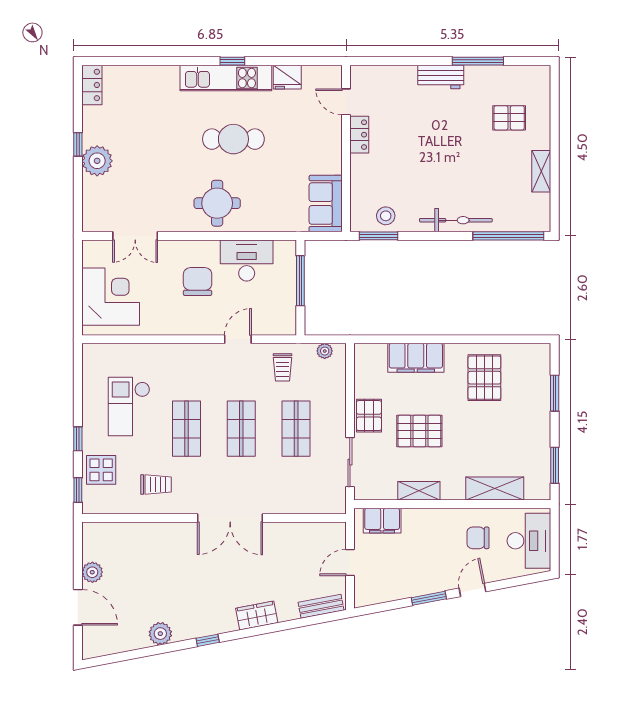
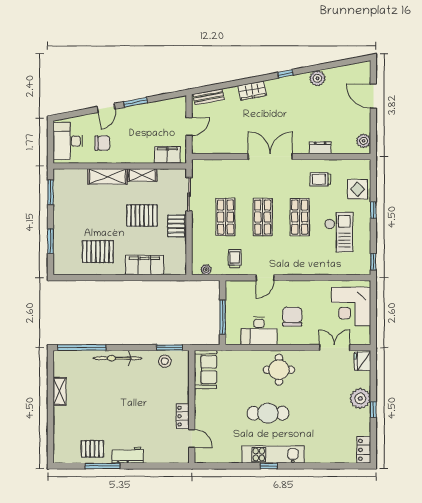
fridge: (287, 77) -> (363, 361), moved, turned -90
pallet: (509, 118) -> (92, 449), moved
chair: (198, 282) -> (292, 317), turned 180
pallet: (484, 378) -> (98, 252), turned 90
shelving: (495, 489) -> (107, 176), moved
window: (78, 490) -> (373, 262), moved
dresser: (156, 531) -> (320, 148), added
plant: (92, 572) -> (364, 141), moved

